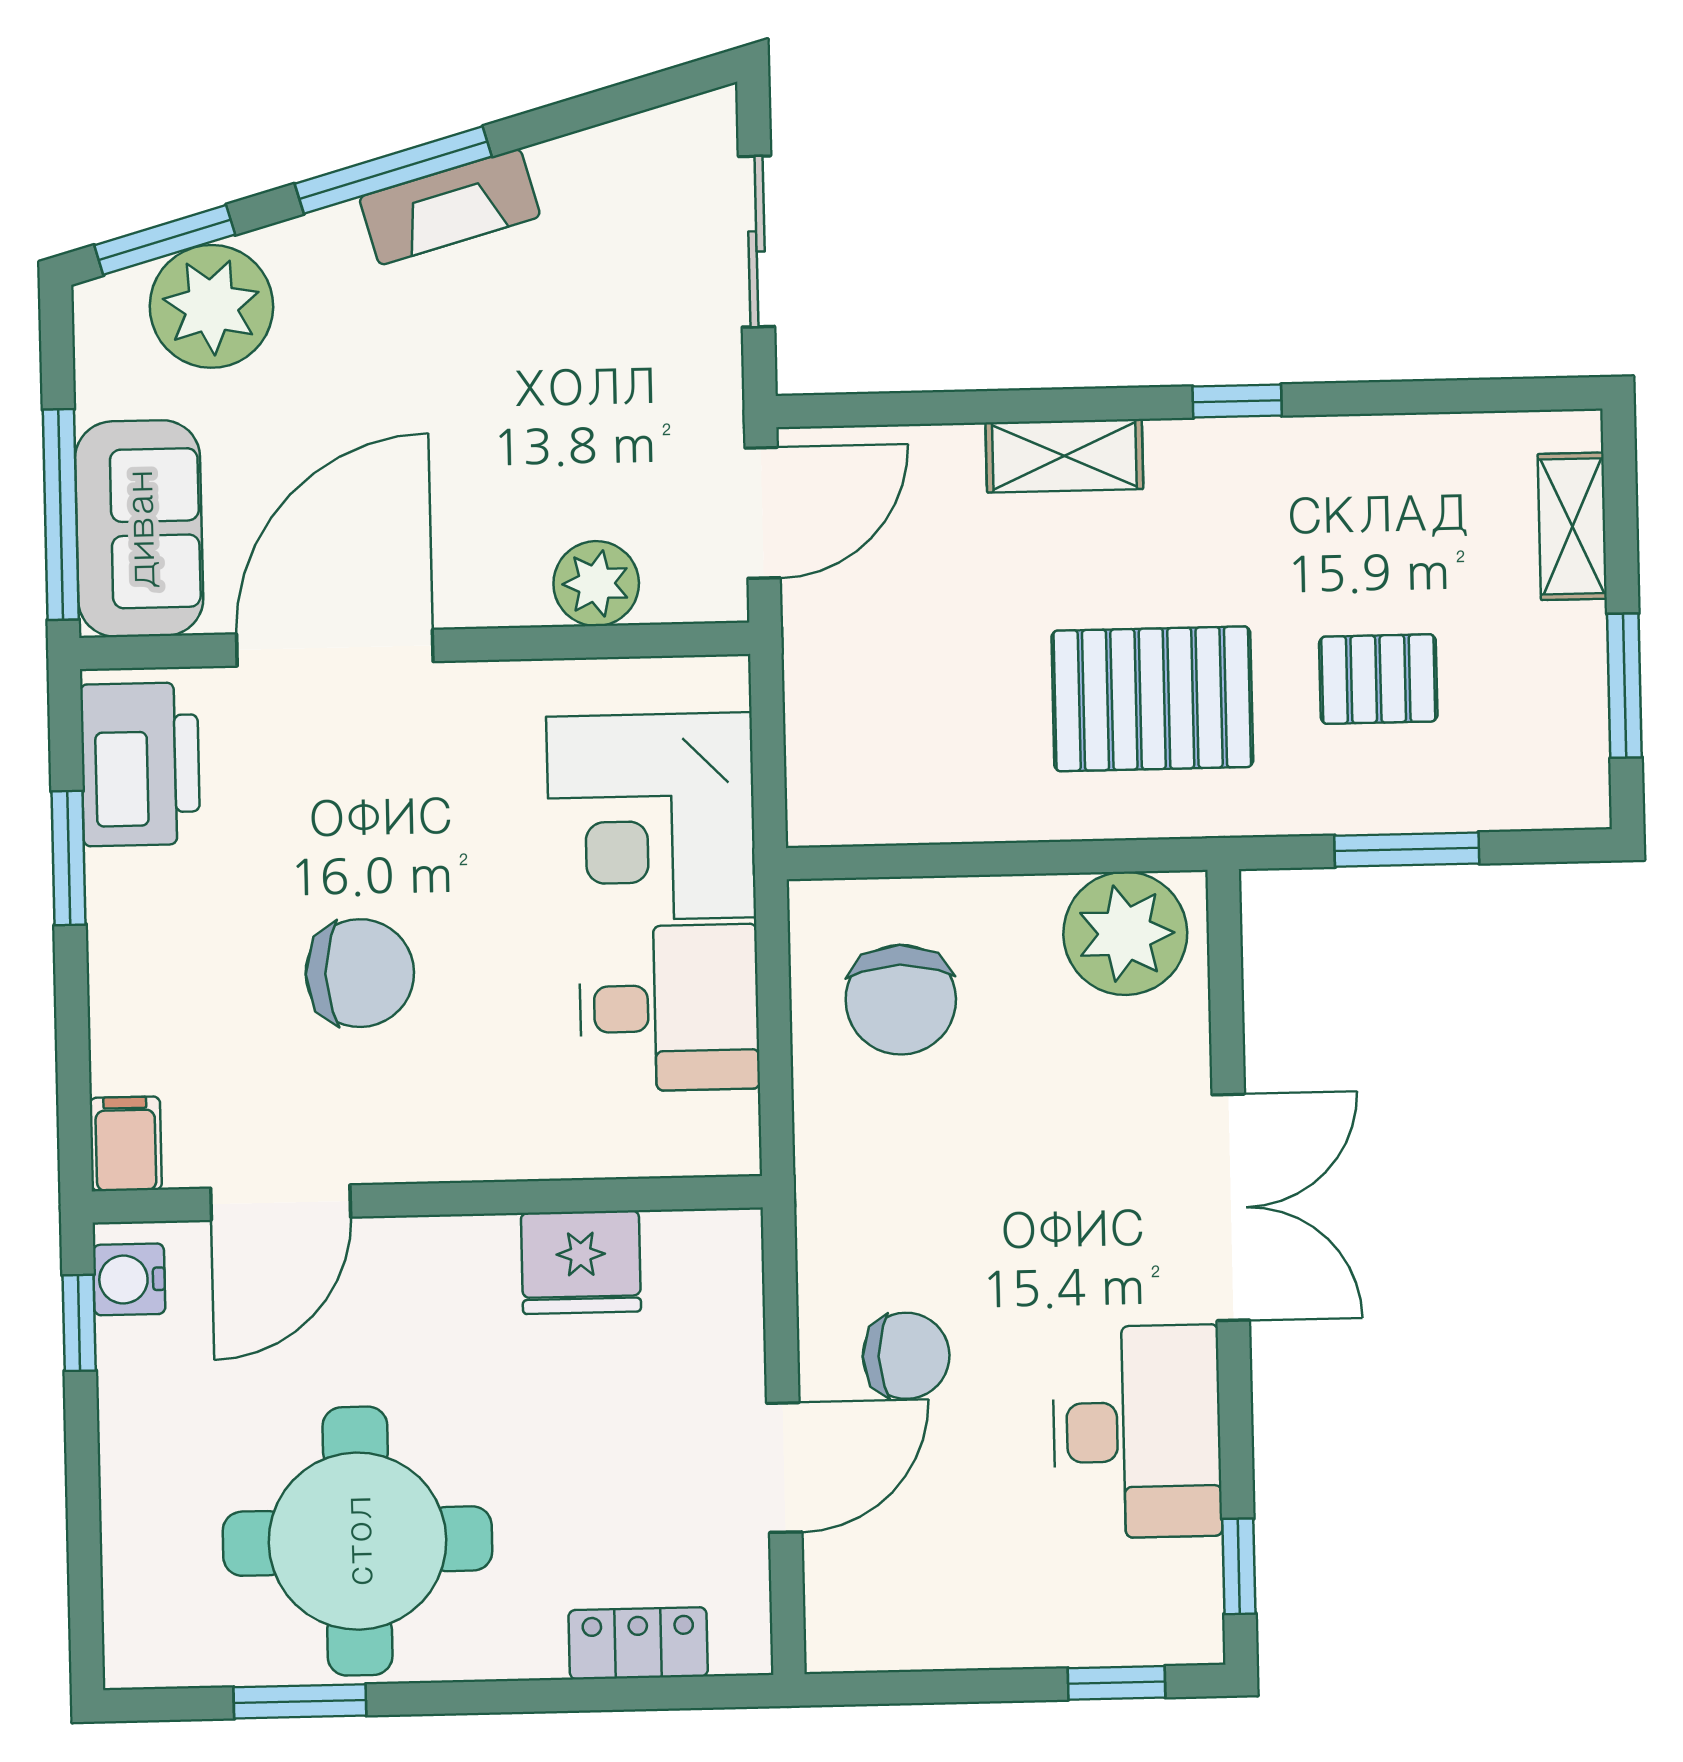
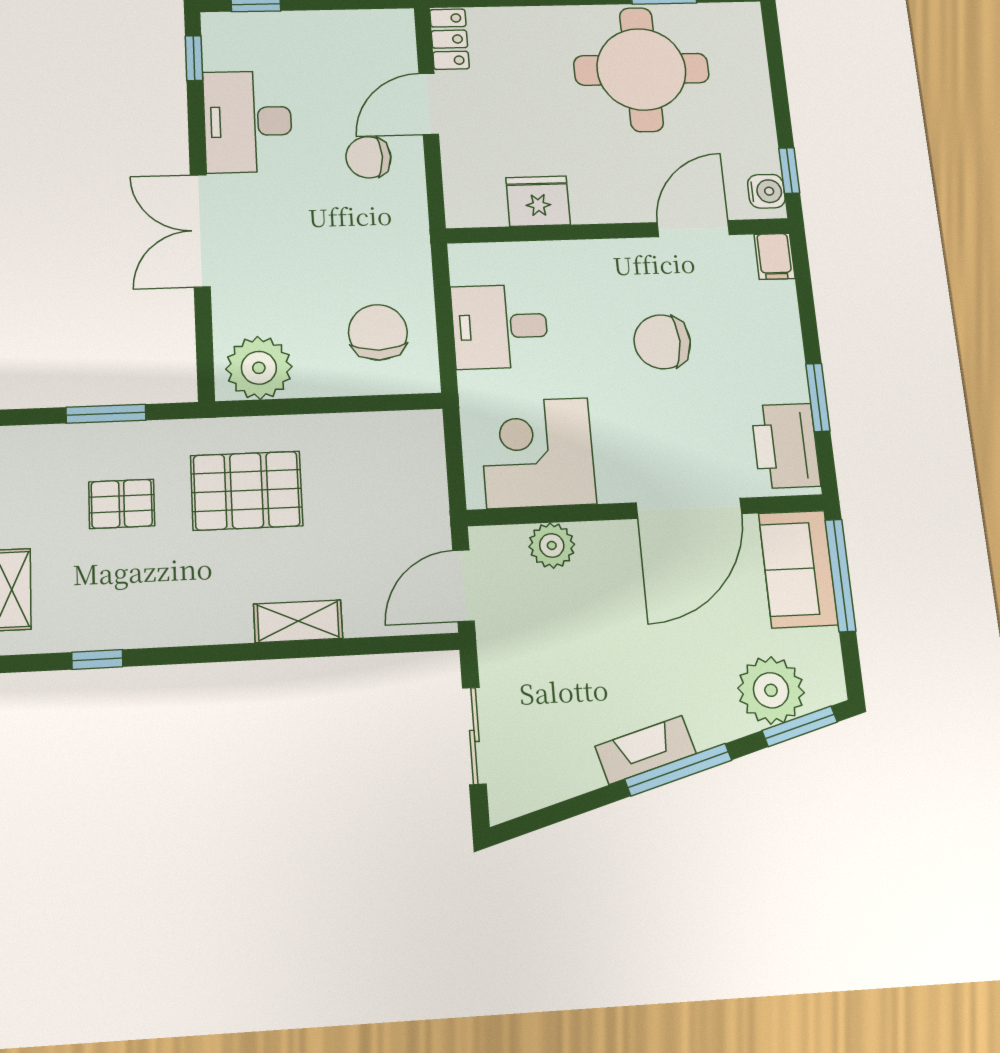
window: (1237, 401) -> (97, 659), moved
corner desk: (651, 817) -> (537, 453), moved, turned -90
locker: (638, 1643) -> (449, 39), moved, turned -90

